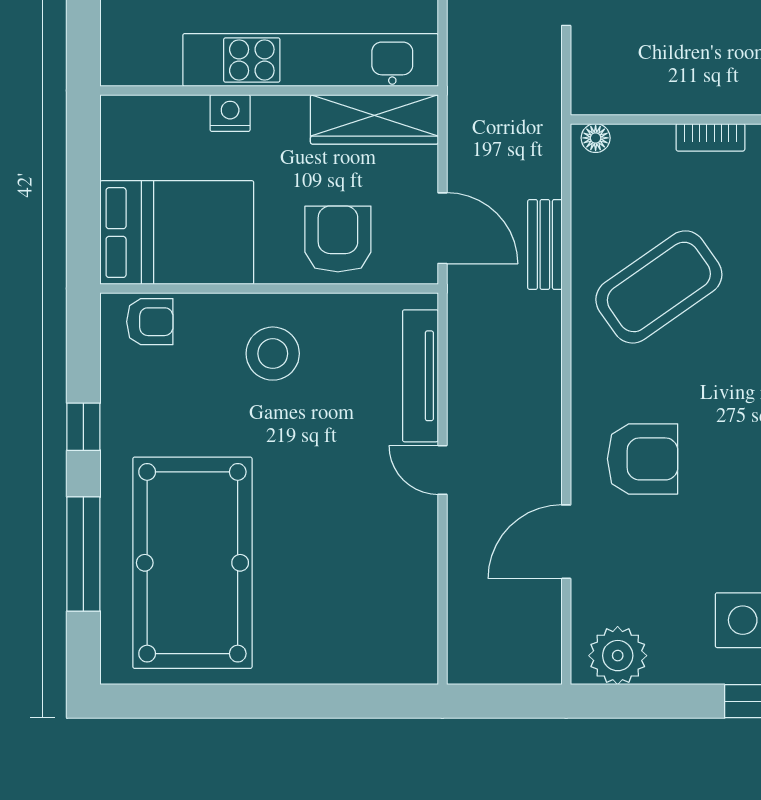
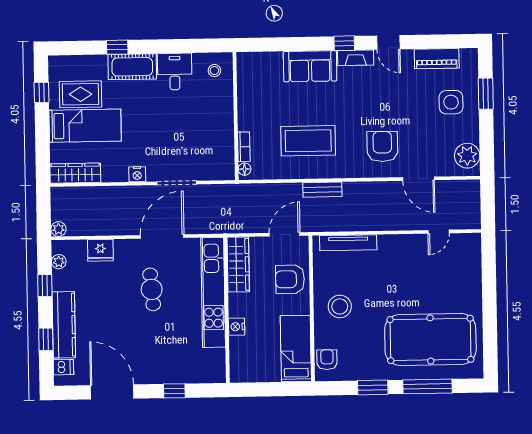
bookcase: (710, 137) -> (244, 147), moved
bed: (177, 233) -> (296, 349), width x0.67
bench: (545, 244) -> (322, 190), moved
coffee table: (659, 287) -> (308, 141), turned -55
window: (83, 427) -> (373, 387), width x1.50
door: (442, 470) -> (439, 232), moved

